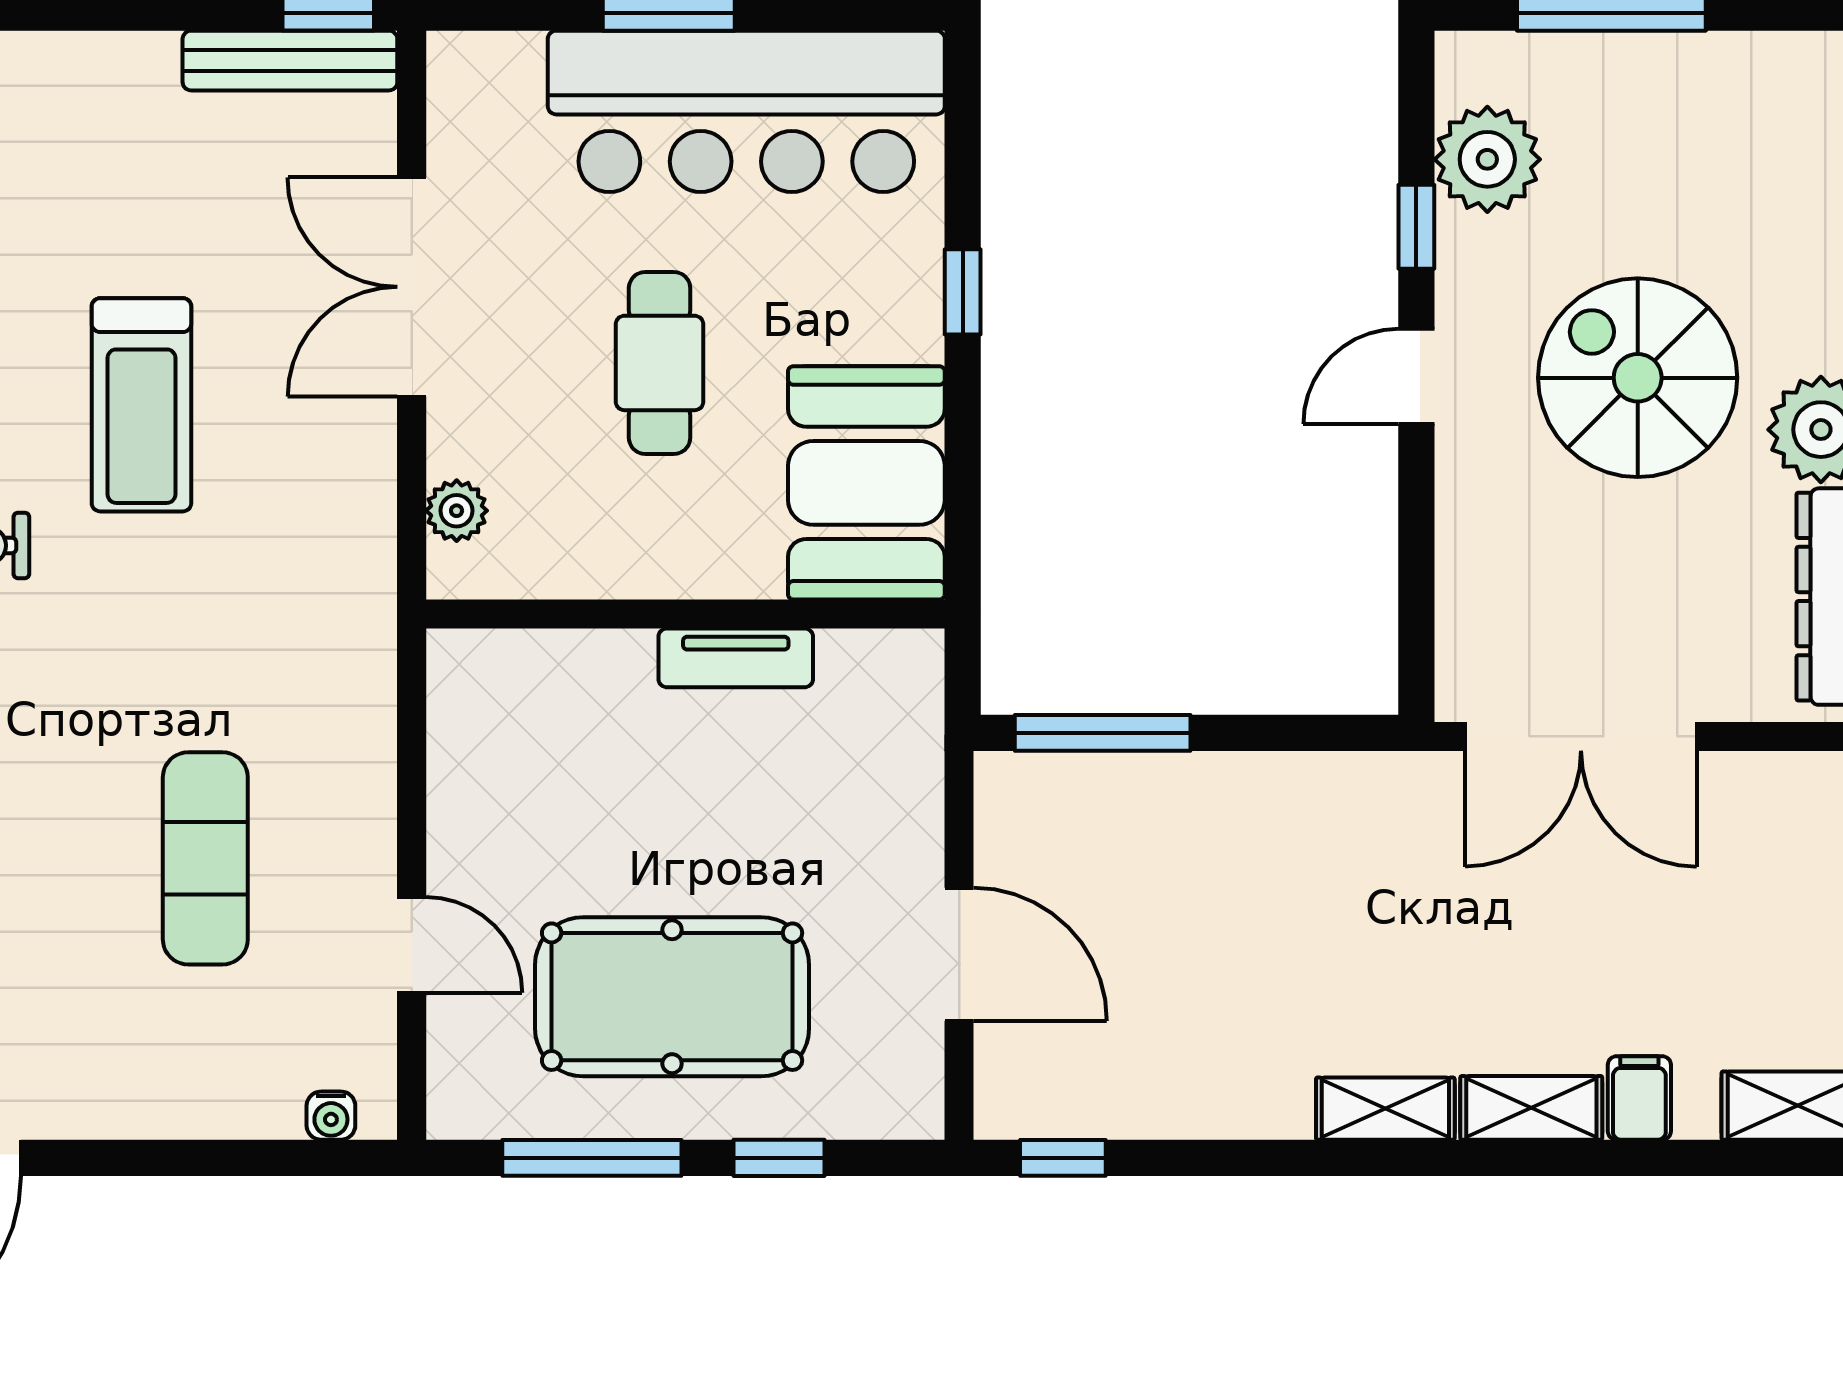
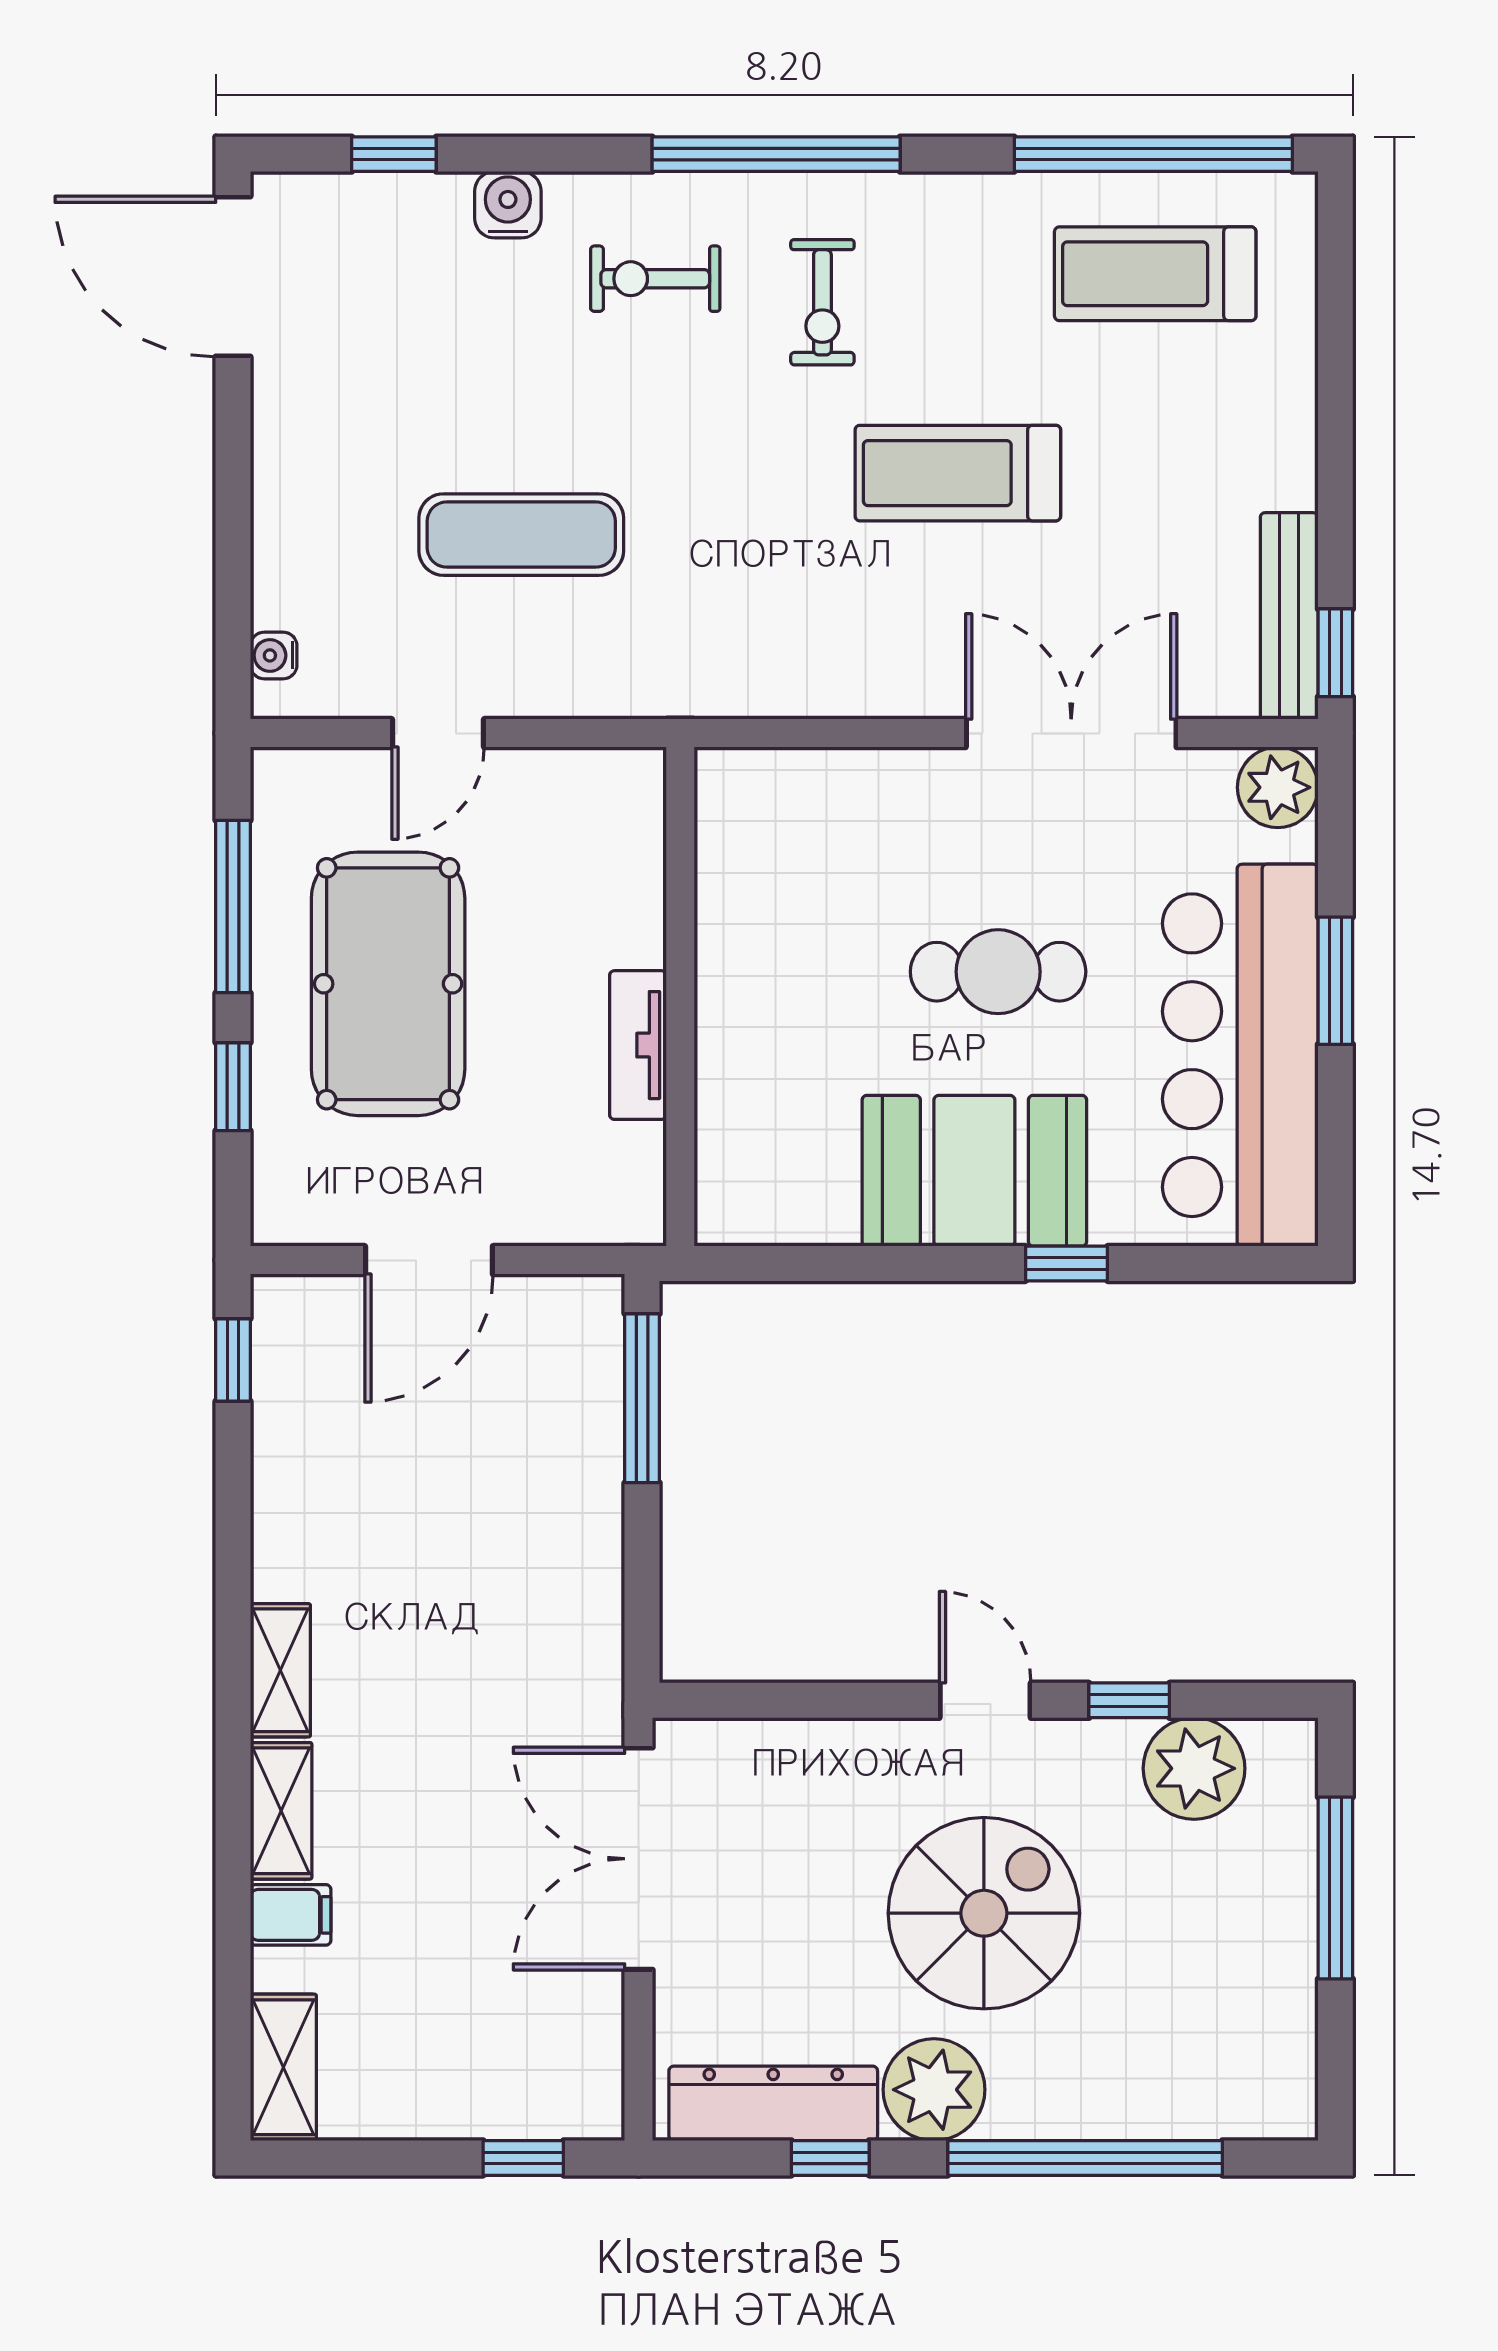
booth: (866, 483) -> (974, 1171), moved
plant: (457, 511) -> (1278, 787), moved, width x1.38, depth x1.38
wall: (685, 614) -> (680, 997), moved
tv unit: (736, 658) -> (638, 1045), moved

